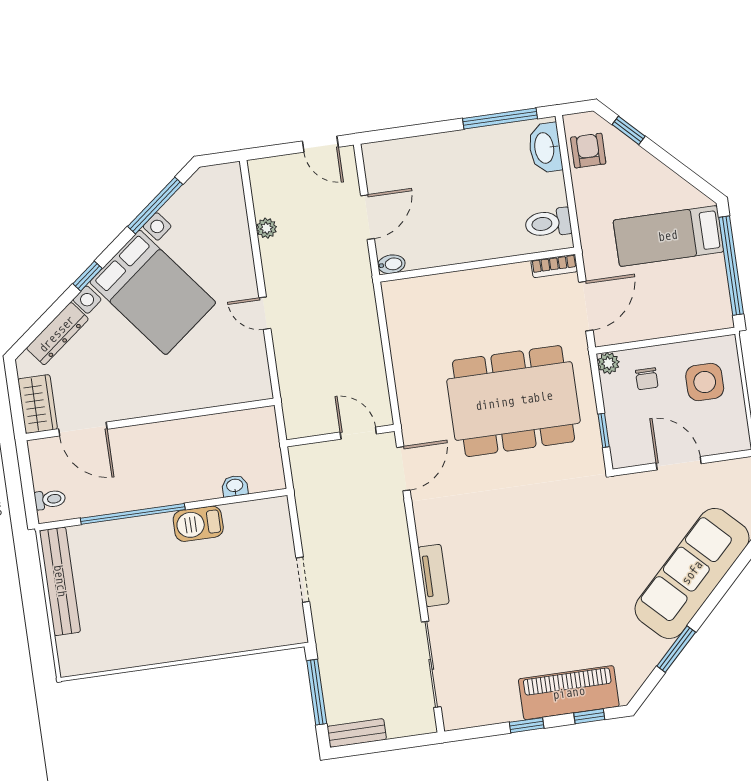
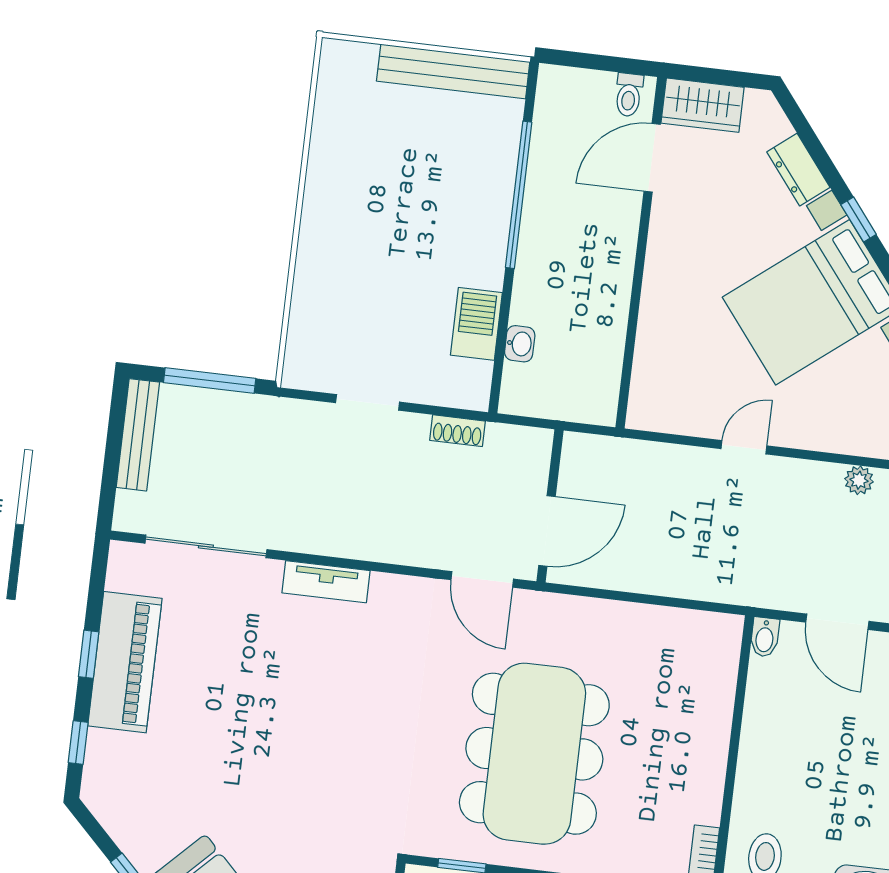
dresser: (57, 334) -> (798, 170), width x0.70
door: (358, 433) -> (547, 531), width x1.38
toilet: (50, 499) -> (629, 95), moved
shoe rack: (306, 513) -> (458, 431), added
barbecue: (198, 524) -> (476, 324), moved
piano: (569, 693) -> (125, 662), moved
bench: (357, 733) -> (138, 435), width x1.36

